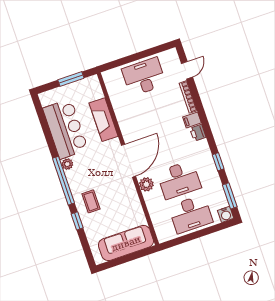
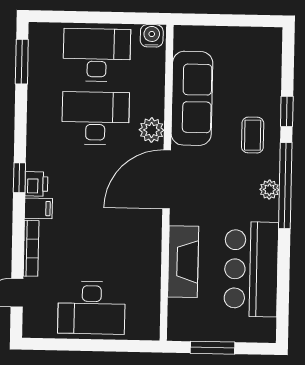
window: (218, 162) -> (19, 178), moved
plant: (67, 164) -> (269, 190), moved
water cooler: (226, 214) -> (152, 36), moved
sofa: (126, 243) -> (192, 98), moved, turned -90

